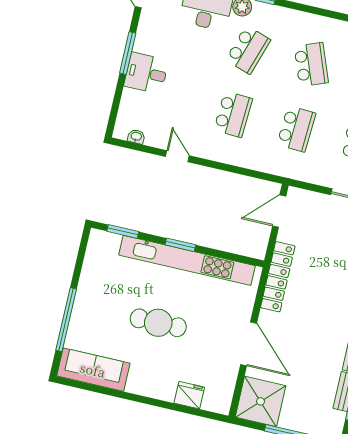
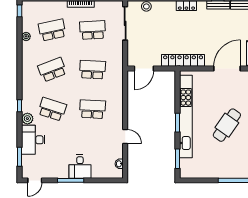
door: (177, 156) -> (125, 137), swing flipped
door: (279, 211) -> (144, 68), hinge flipped
cafe table: (158, 323) -> (227, 125), turned 35

